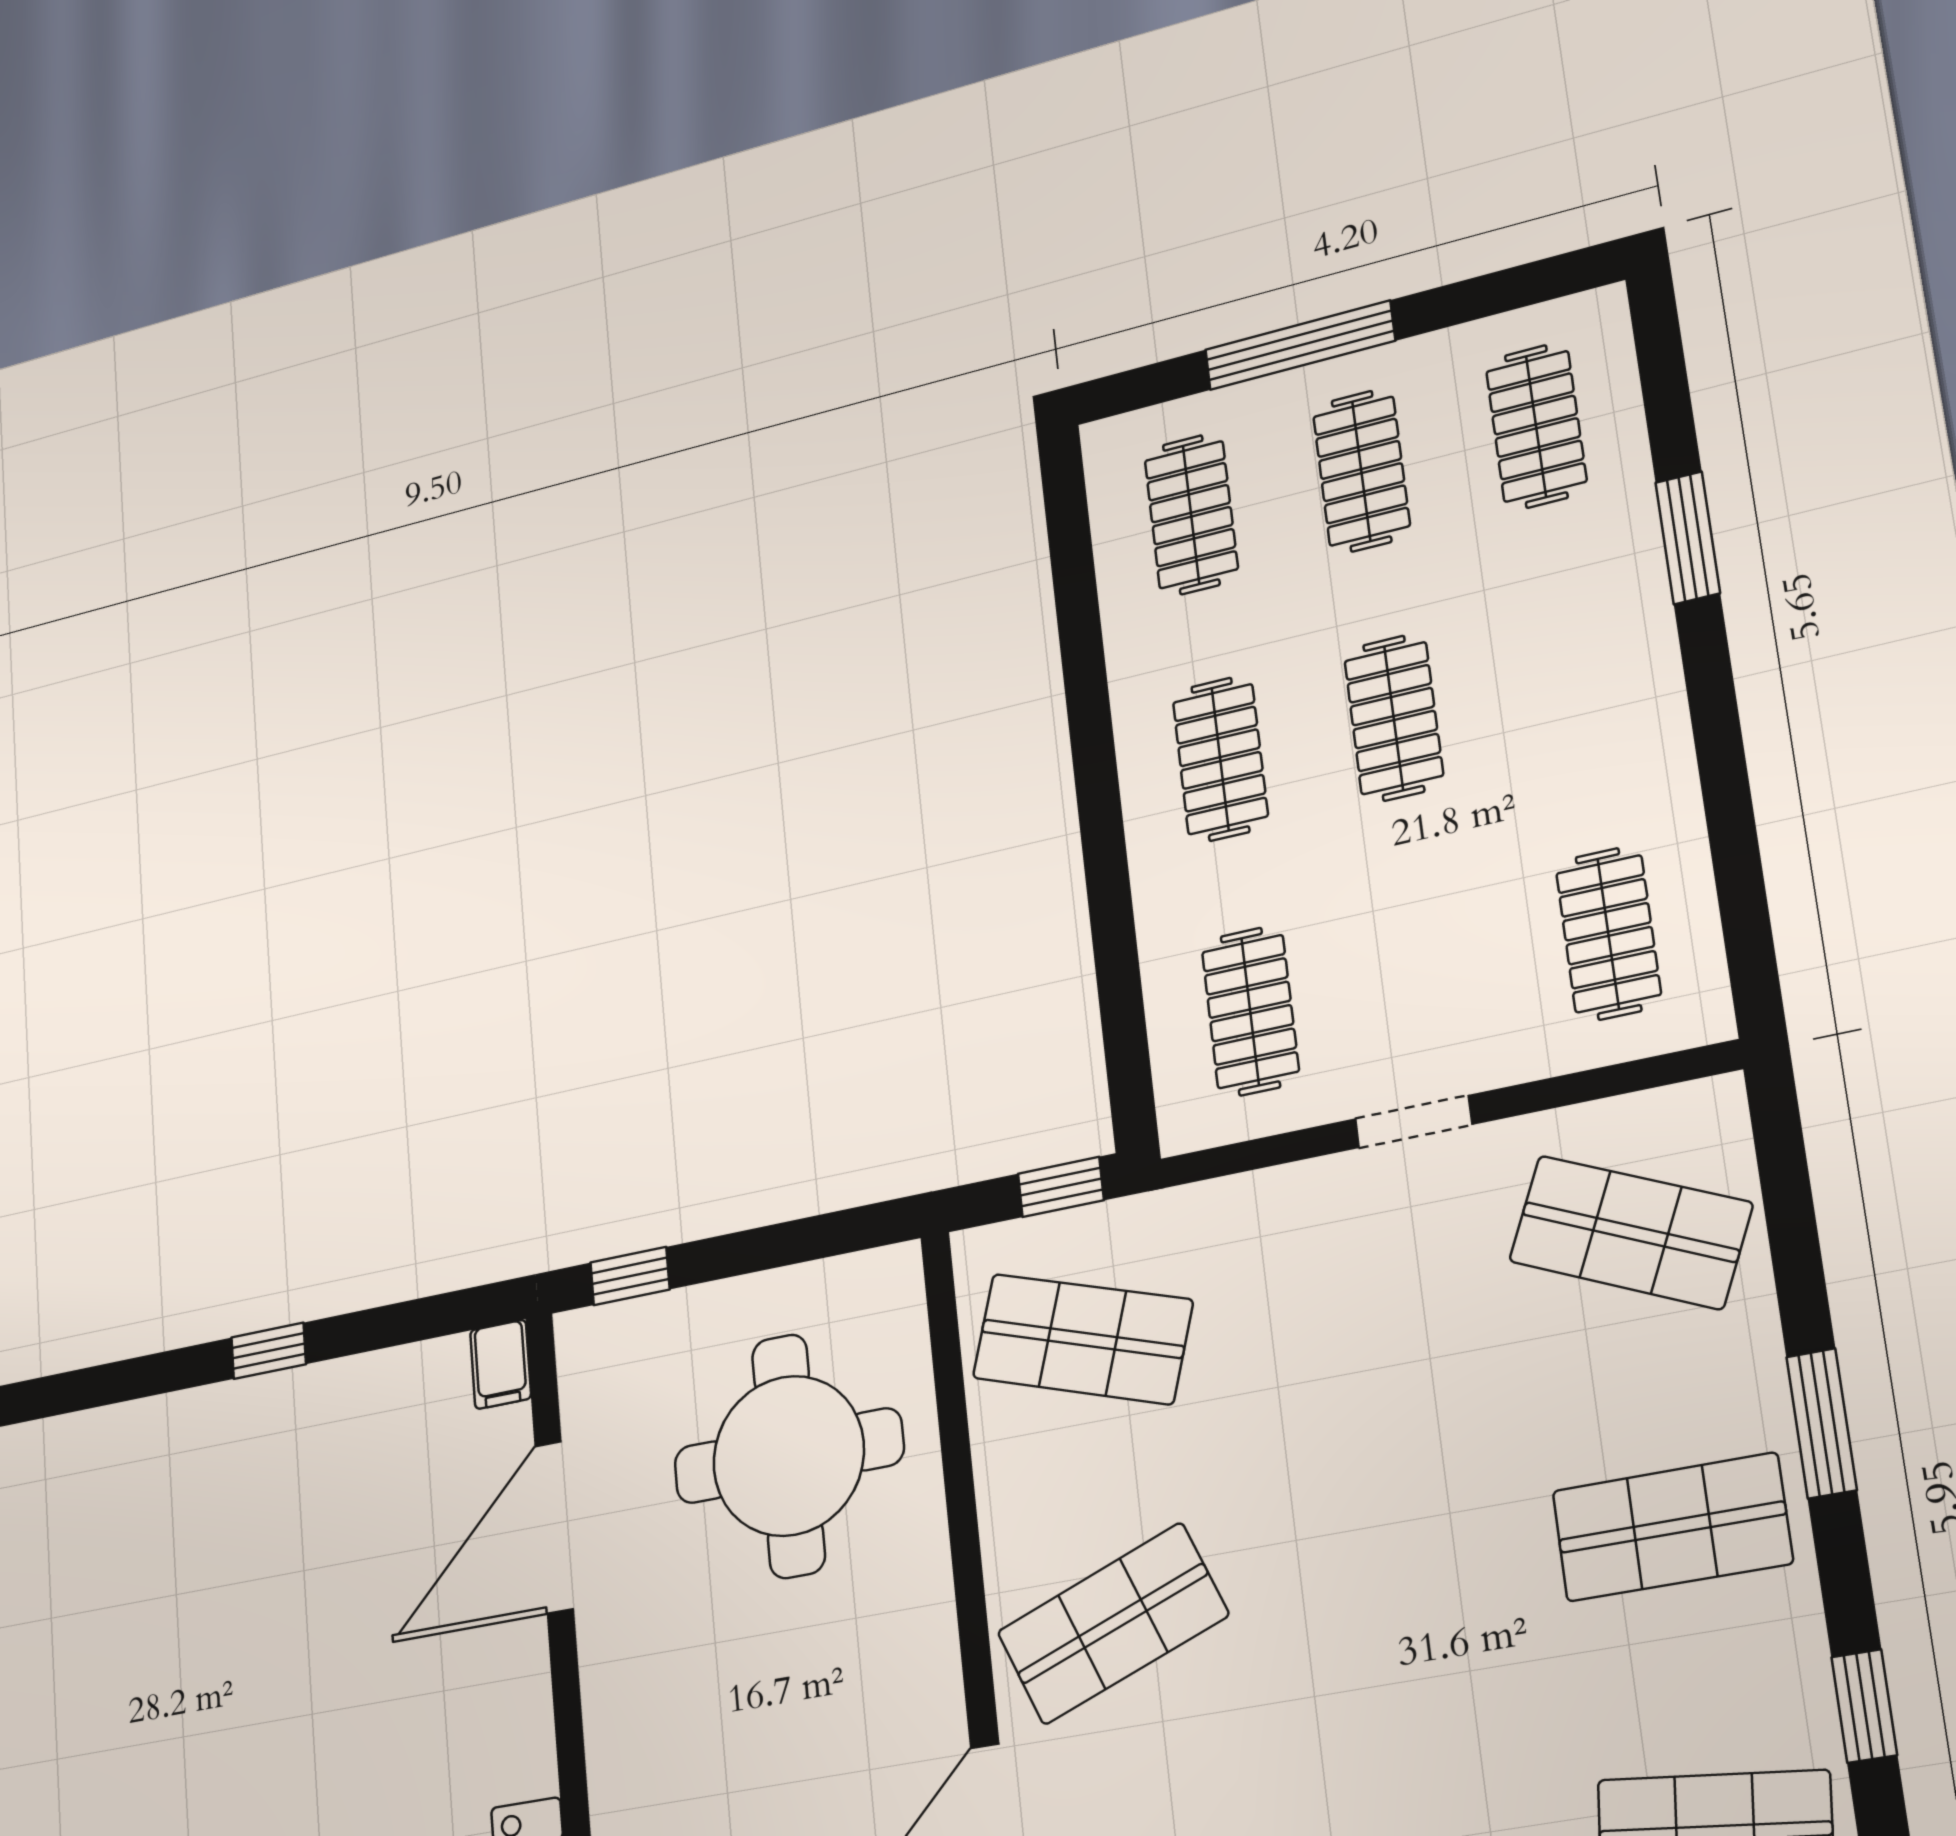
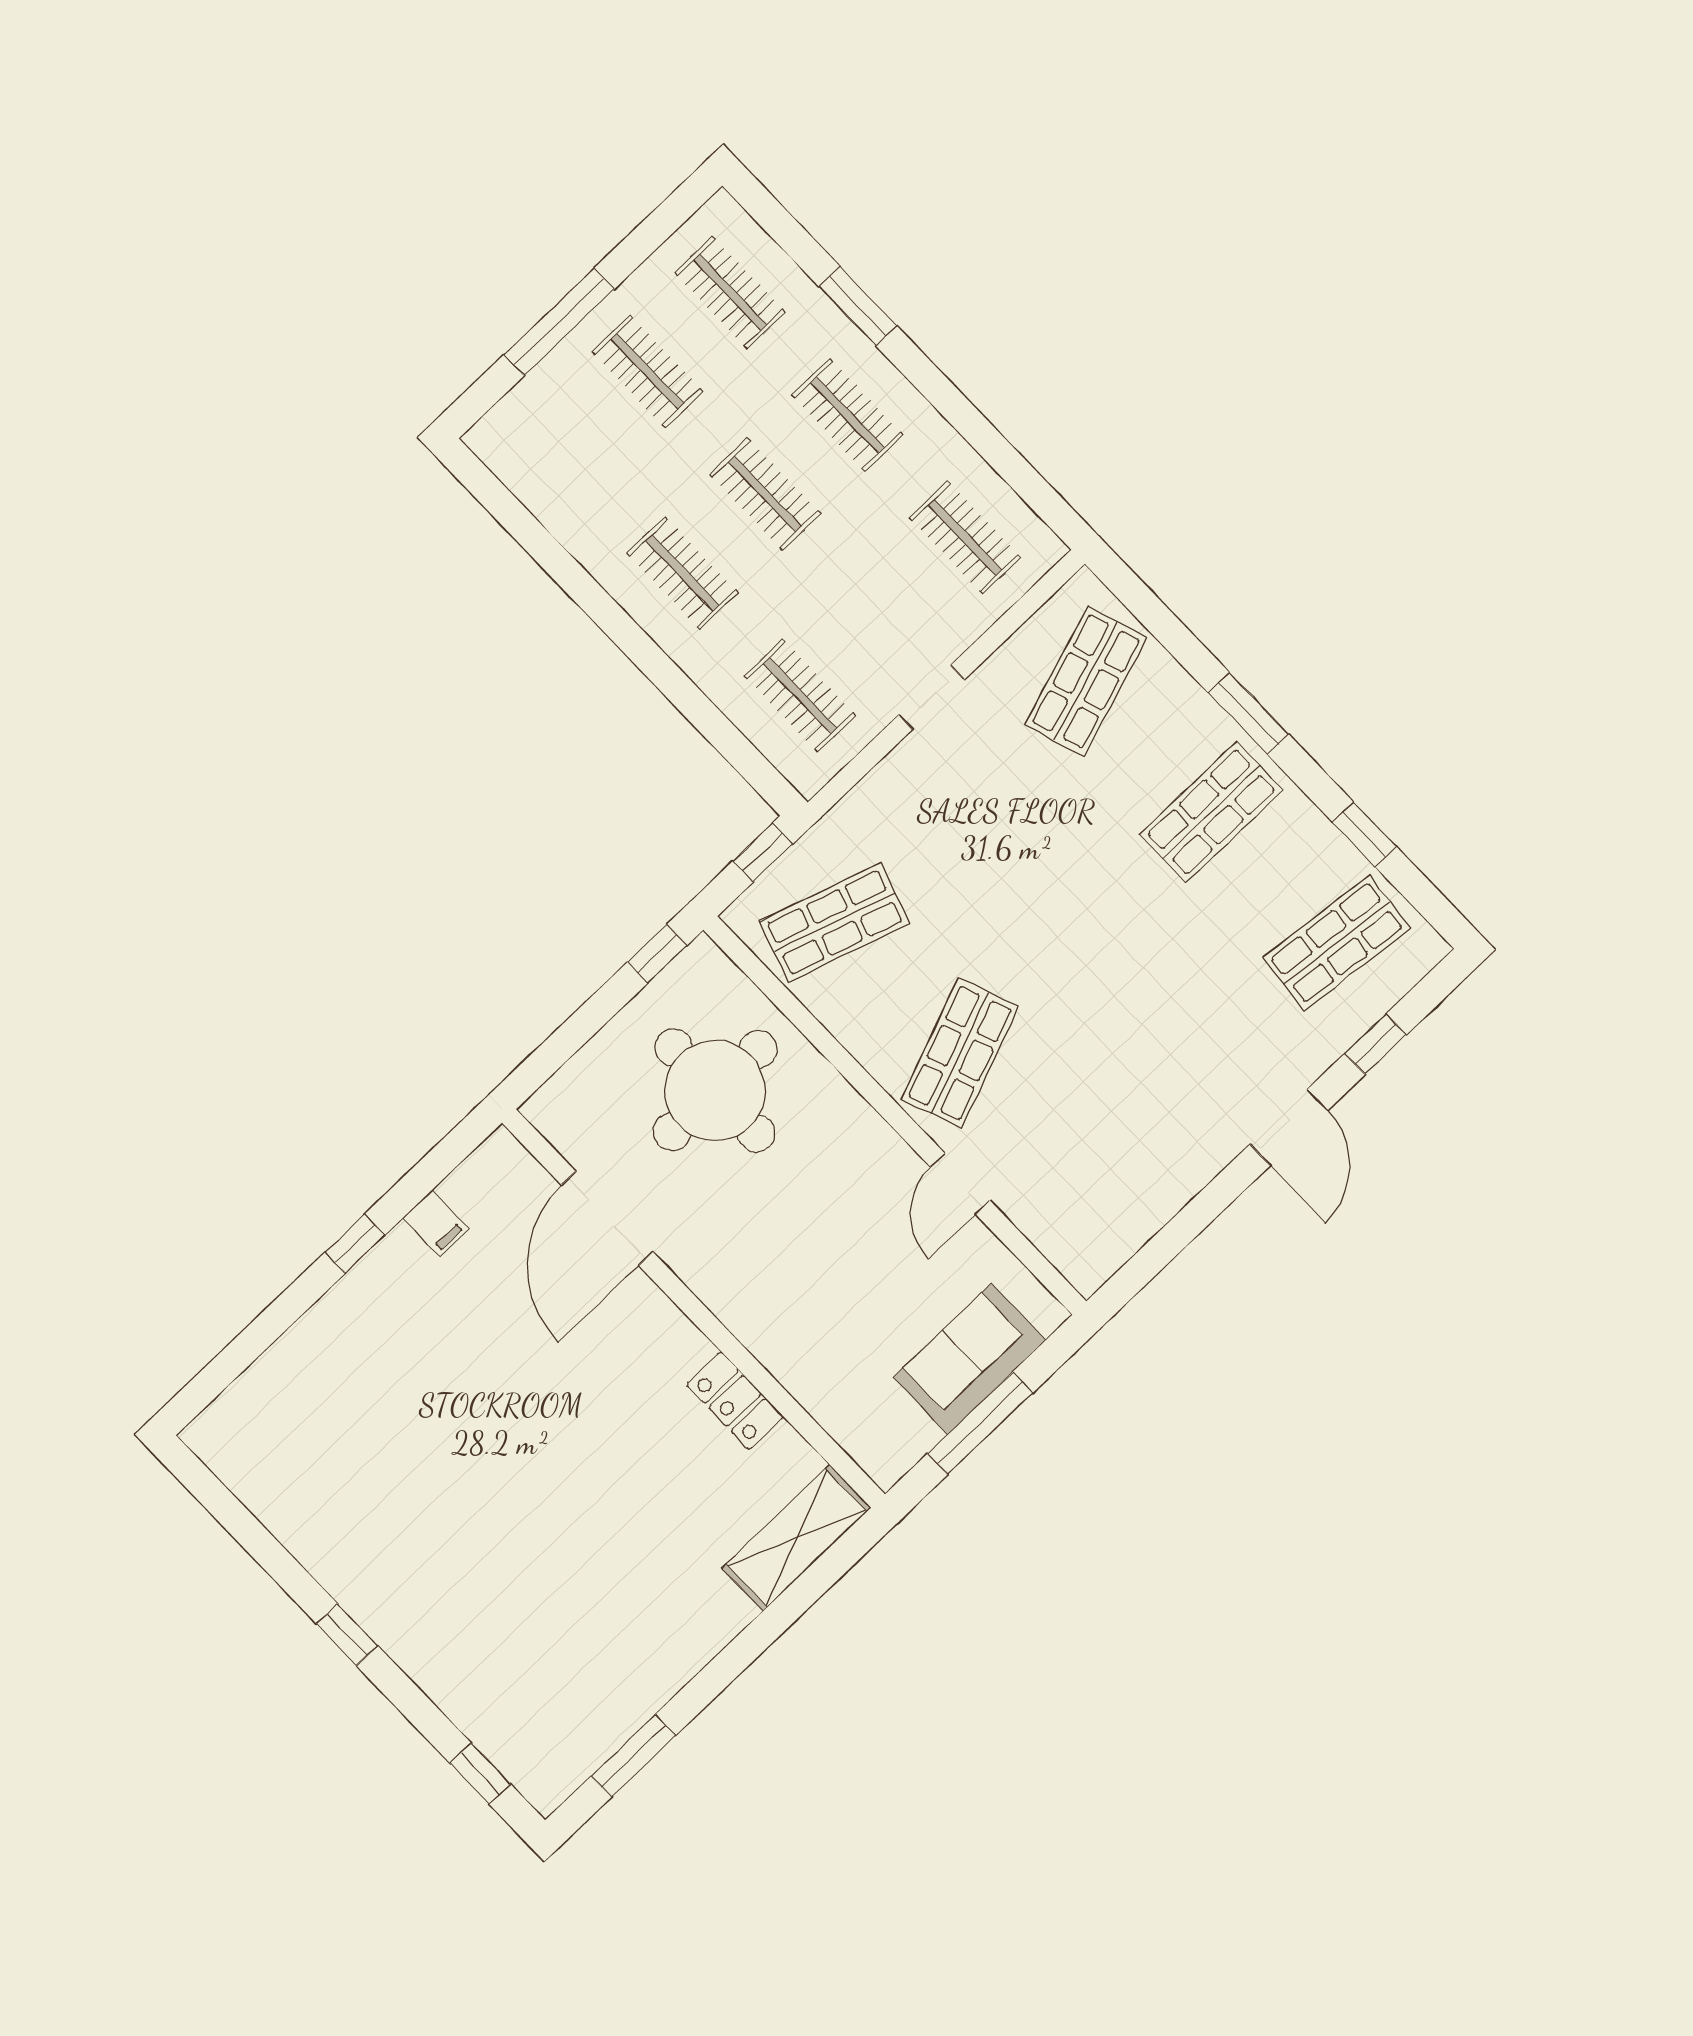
clothes rail: (1191, 515) -> (848, 415), moved
shop shelf: (1630, 1232) -> (1086, 681), turned -42
window: (630, 1276) -> (657, 954), moved
filing cabinet: (501, 1364) -> (436, 1223), moved

